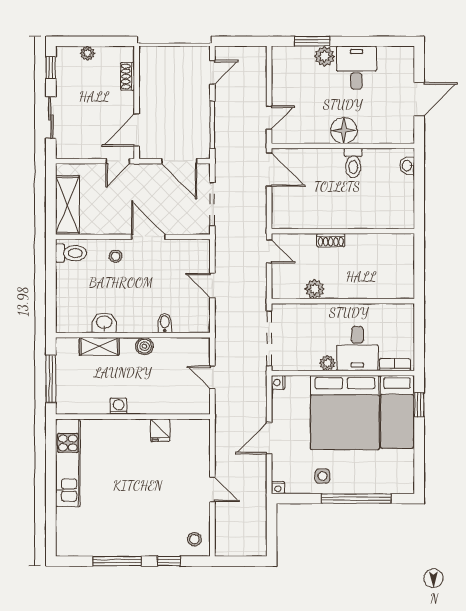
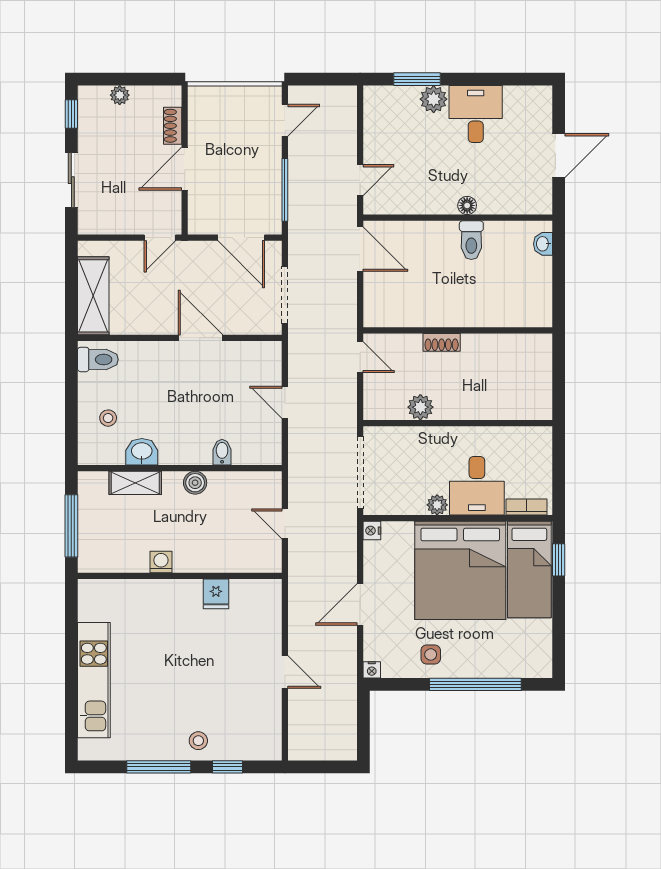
door: (137, 130) -> (185, 169), moved
floor lamp: (344, 131) -> (467, 205), width x0.53, depth x0.53
stool: (116, 256) -> (108, 418), moved
kitchen unit: (68, 463) -> (94, 680), moved
stool: (194, 539) -> (198, 741), moved

